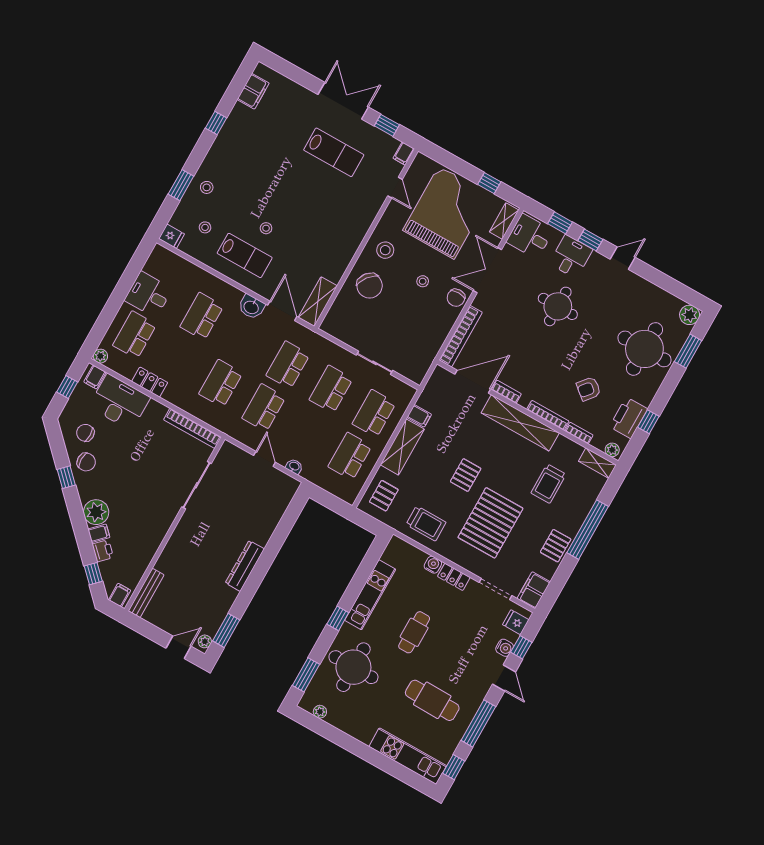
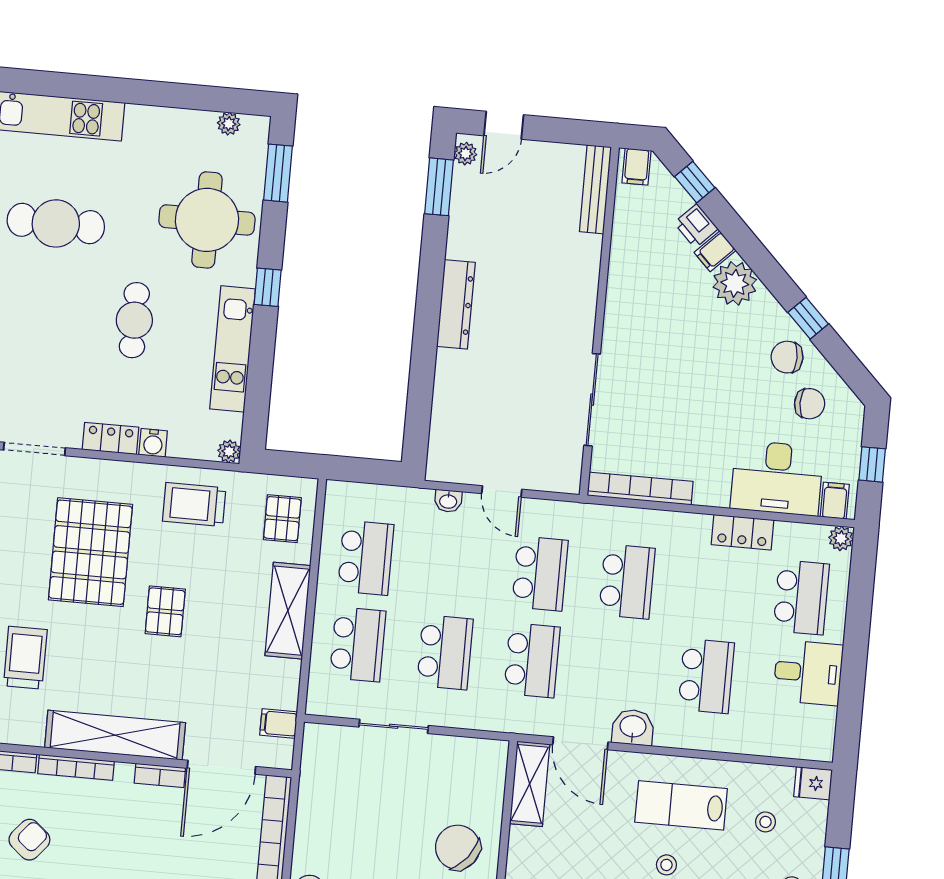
filing cabinet: (419, 416) -> (279, 723), moved
plant: (396, 543) -> (229, 451), added

